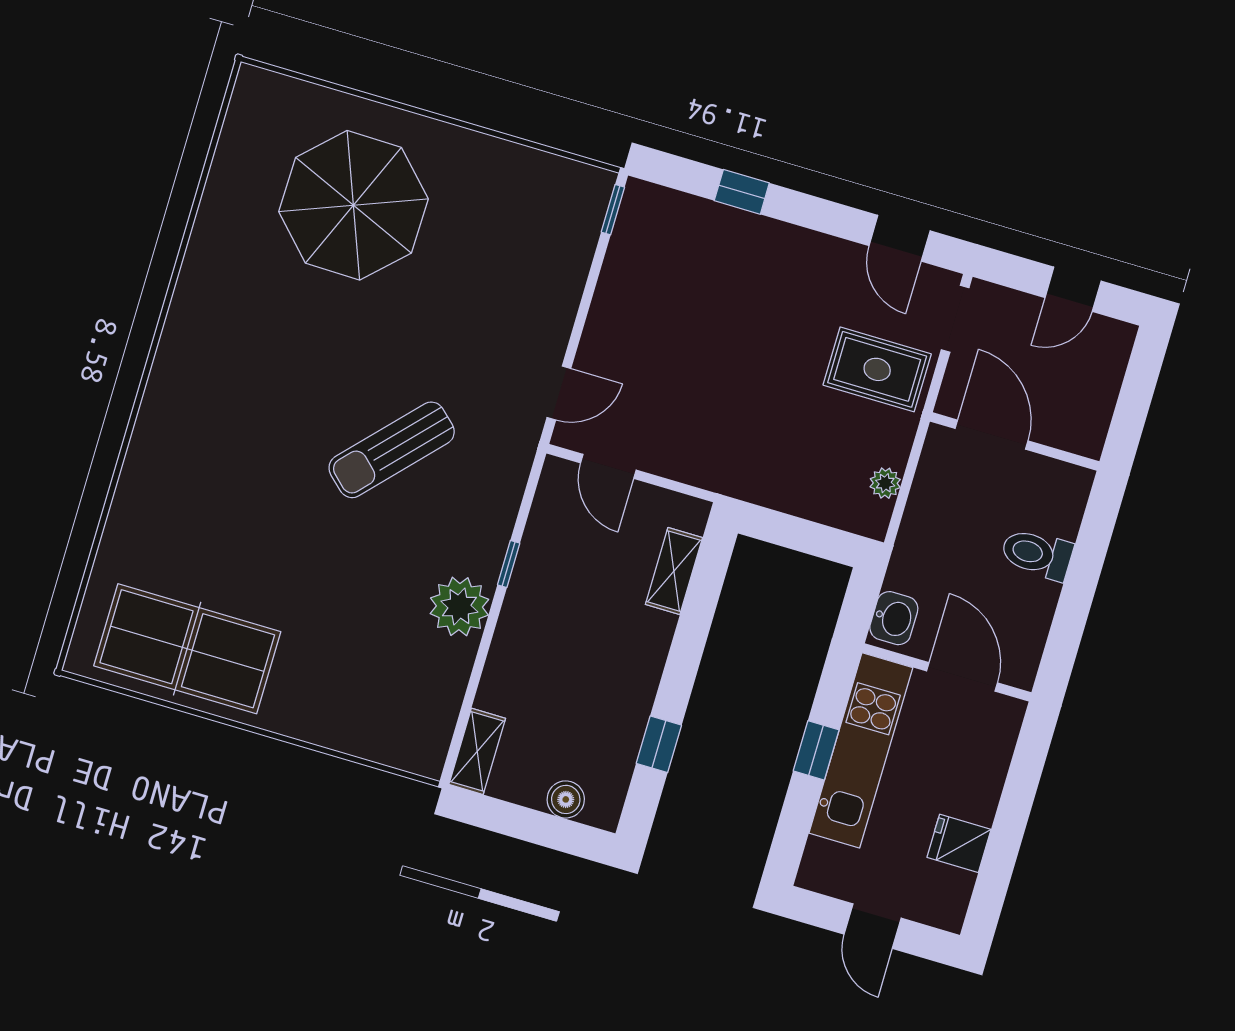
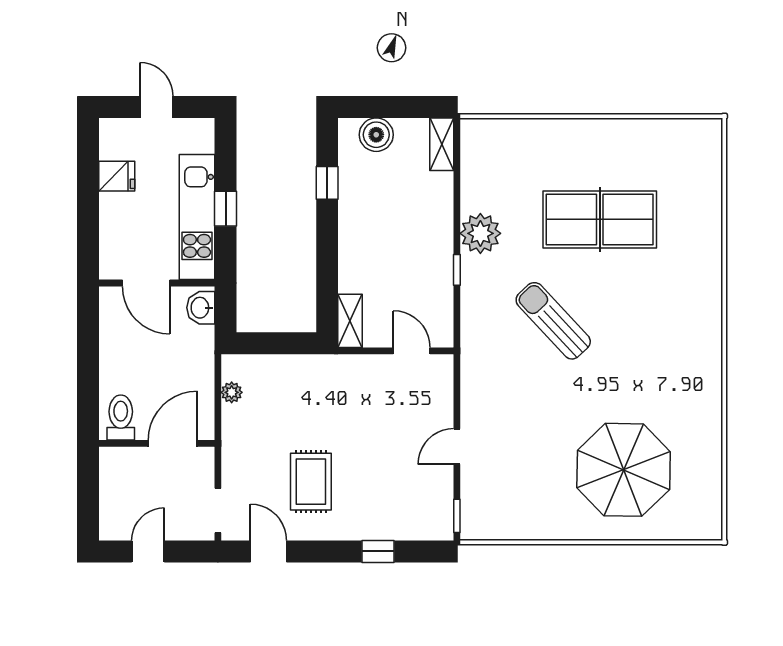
rug: (877, 369) -> (311, 482), moved, turned 90
door: (559, 393) -> (457, 447), moved
door: (992, 435) -> (173, 443), swing flipped
sun lounger: (392, 450) -> (553, 321), turned -86
toilet: (1037, 554) -> (121, 417), moved, turned -90
shelving: (674, 571) -> (350, 321), moved
table tennis table: (187, 649) -> (600, 219), moved
boiler: (566, 799) -> (376, 135), width x1.36, depth x1.36

